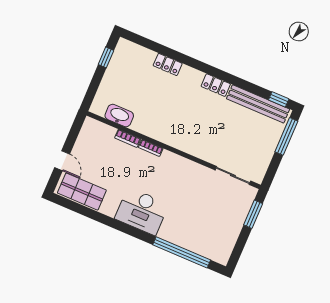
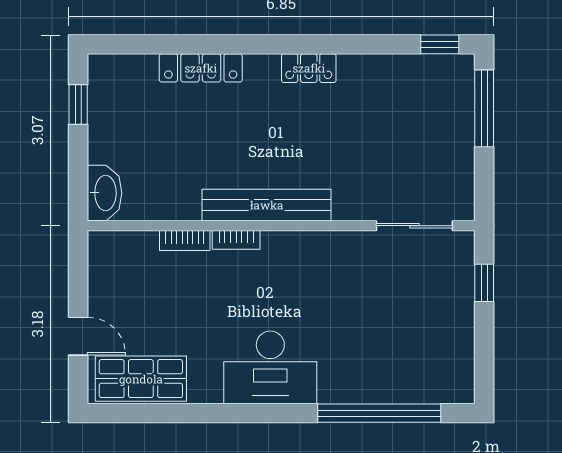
locker: (168, 65) -> (201, 68), width x1.53
bench: (258, 104) -> (267, 205), moved
washbasin: (119, 116) -> (104, 193), moved, turned 90
window: (253, 214) -> (484, 283), width x0.67

